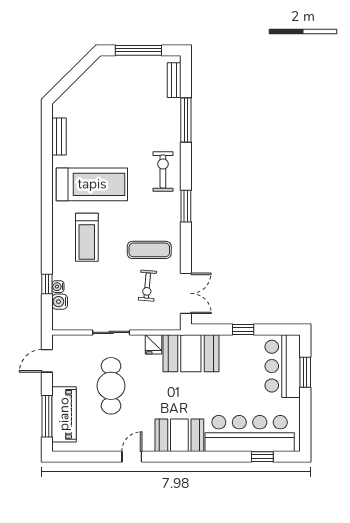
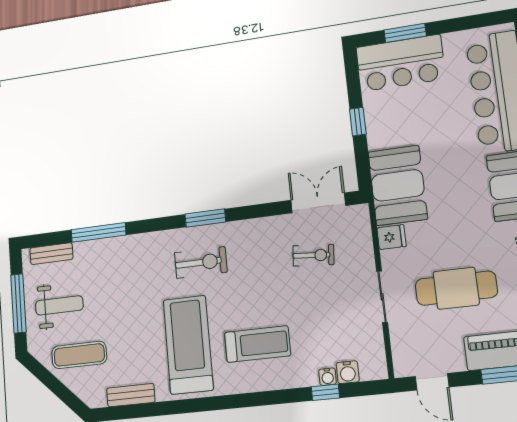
weight bench: (133, 84) -> (59, 305), added
exercise bike: (163, 172) -> (201, 262), moved, turned 180
exercise mat: (149, 250) -> (79, 355), moved, turned 90

